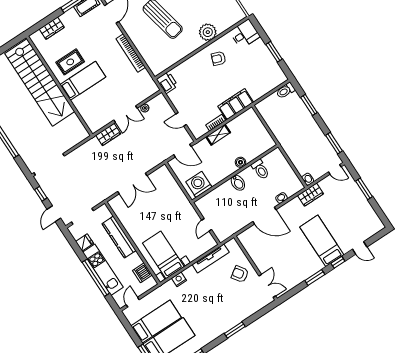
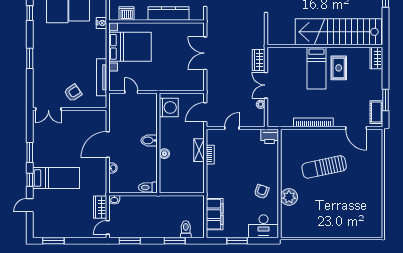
wardrobe: (52, 28) -> (376, 58), moved
desk: (245, 34) -> (264, 226), width x1.37
toilet: (286, 91) -> (186, 229), moved
filing cabinet: (236, 104) -> (215, 214), moved
toilet: (260, 169) -> (148, 187), moved
window: (364, 189) -> (53, 241), moved
wardrobe: (310, 195) -> (100, 207), moved
bed with nightstands: (163, 255) -> (130, 47), width x1.36
nightstand: (179, 279) -> (101, 23), moved

